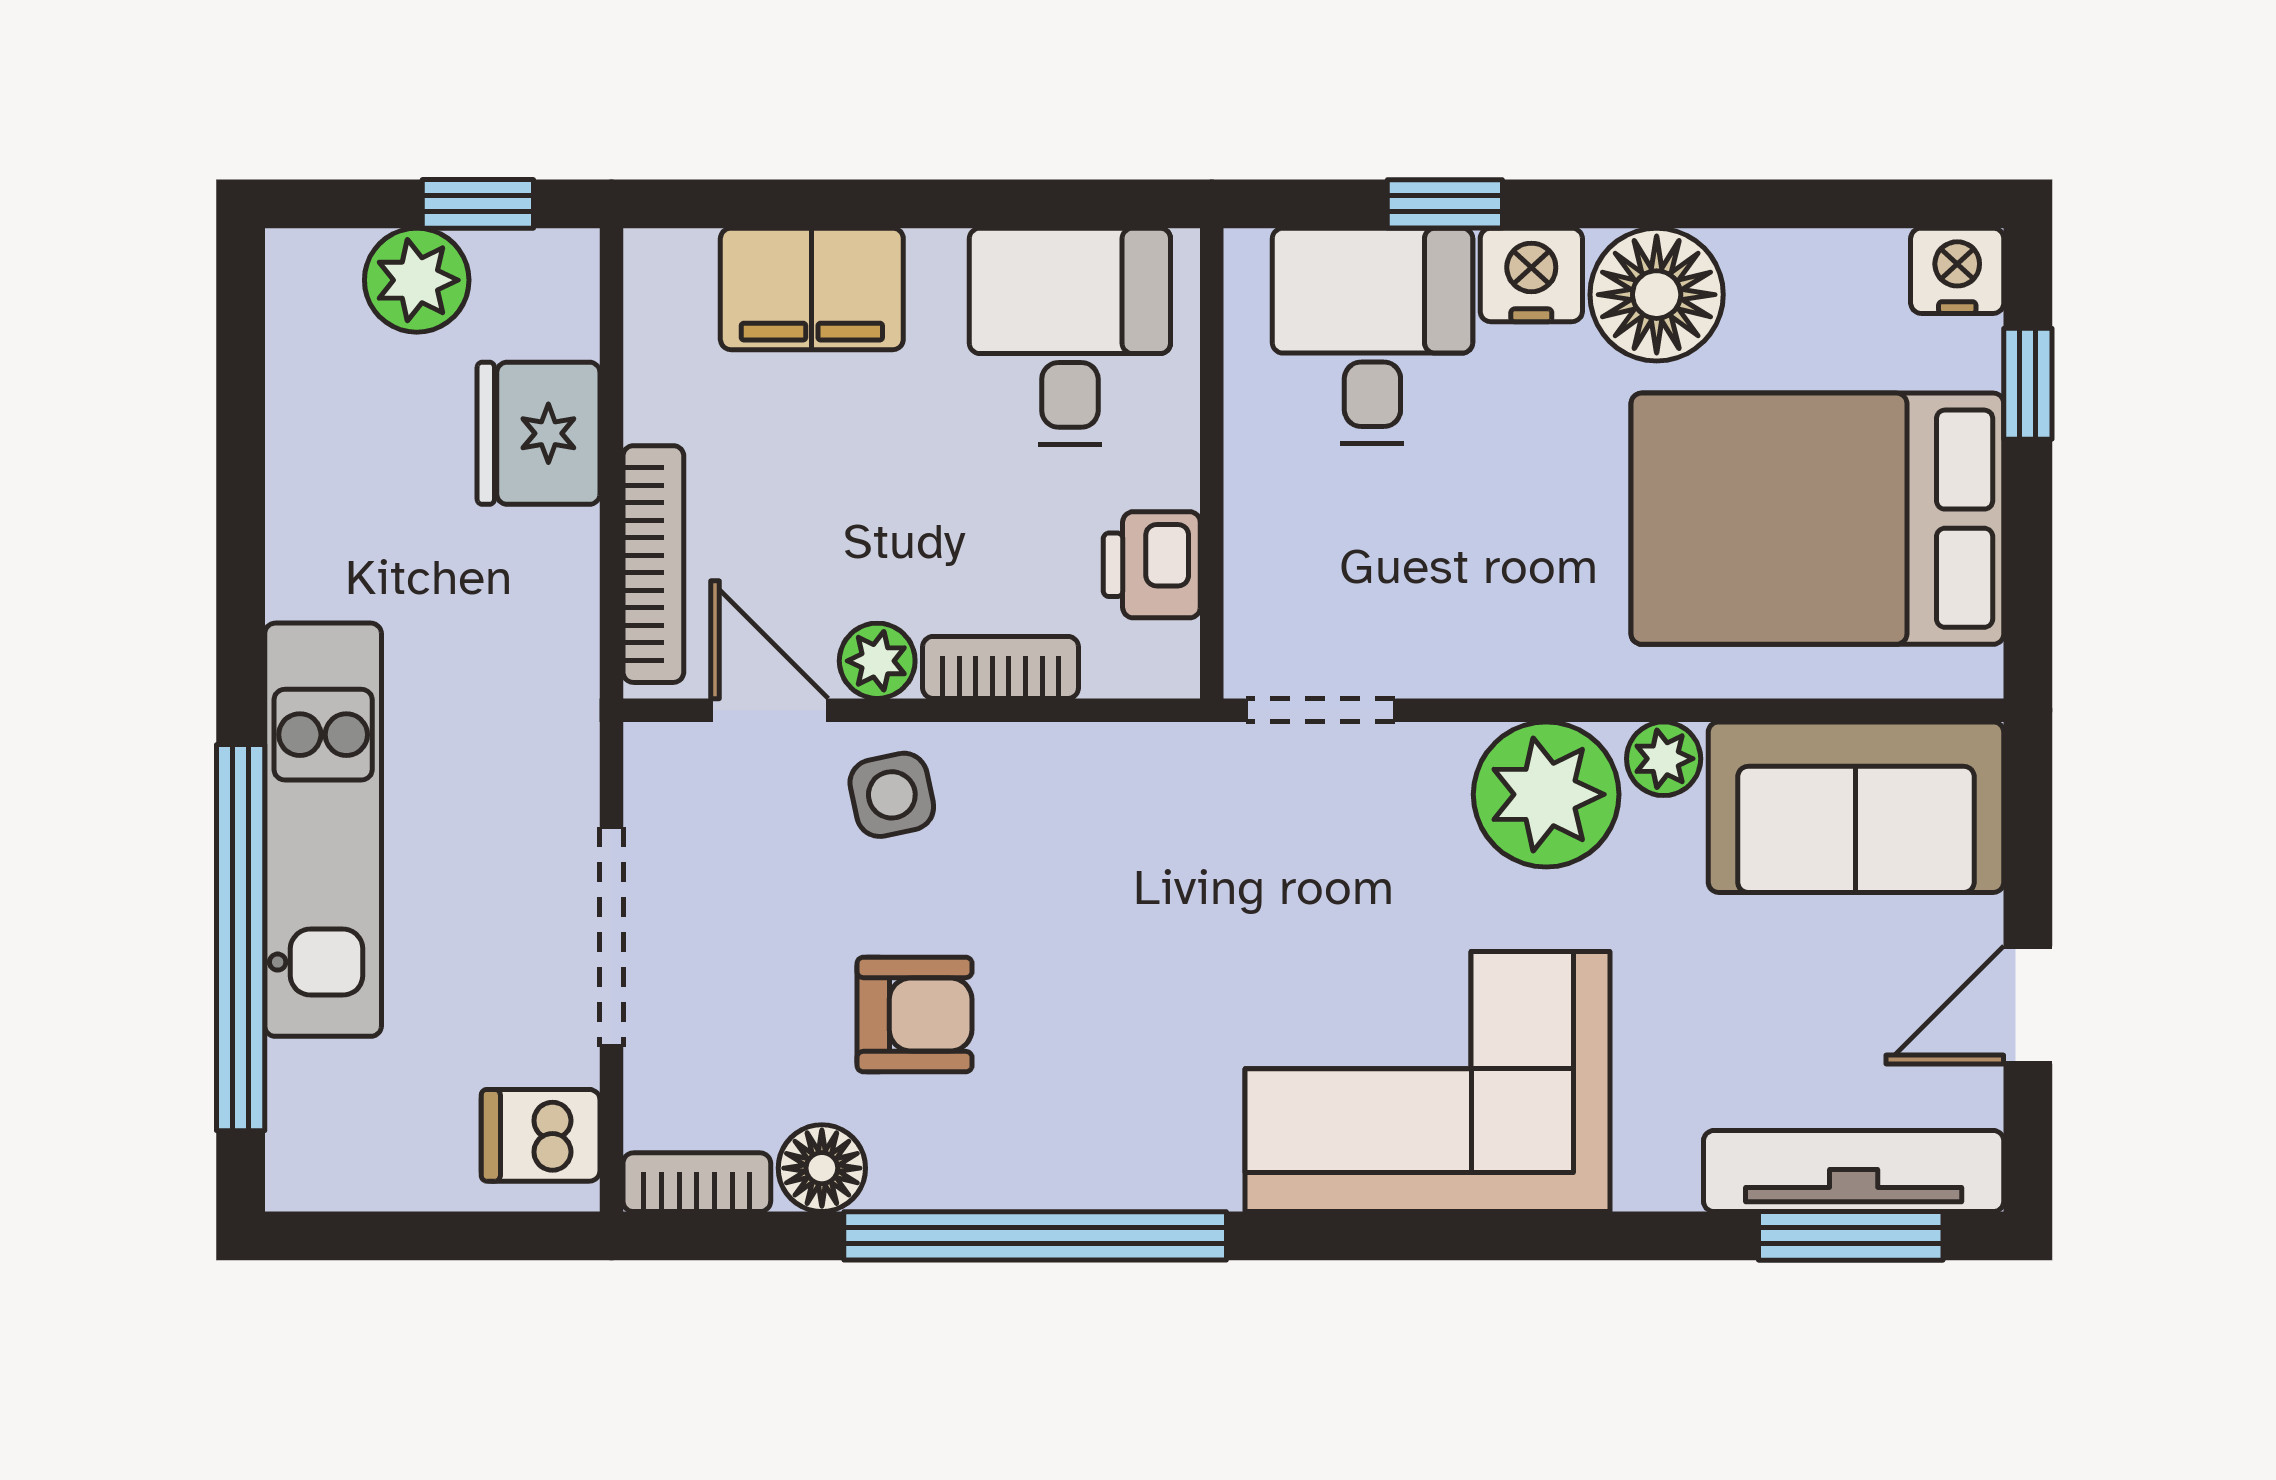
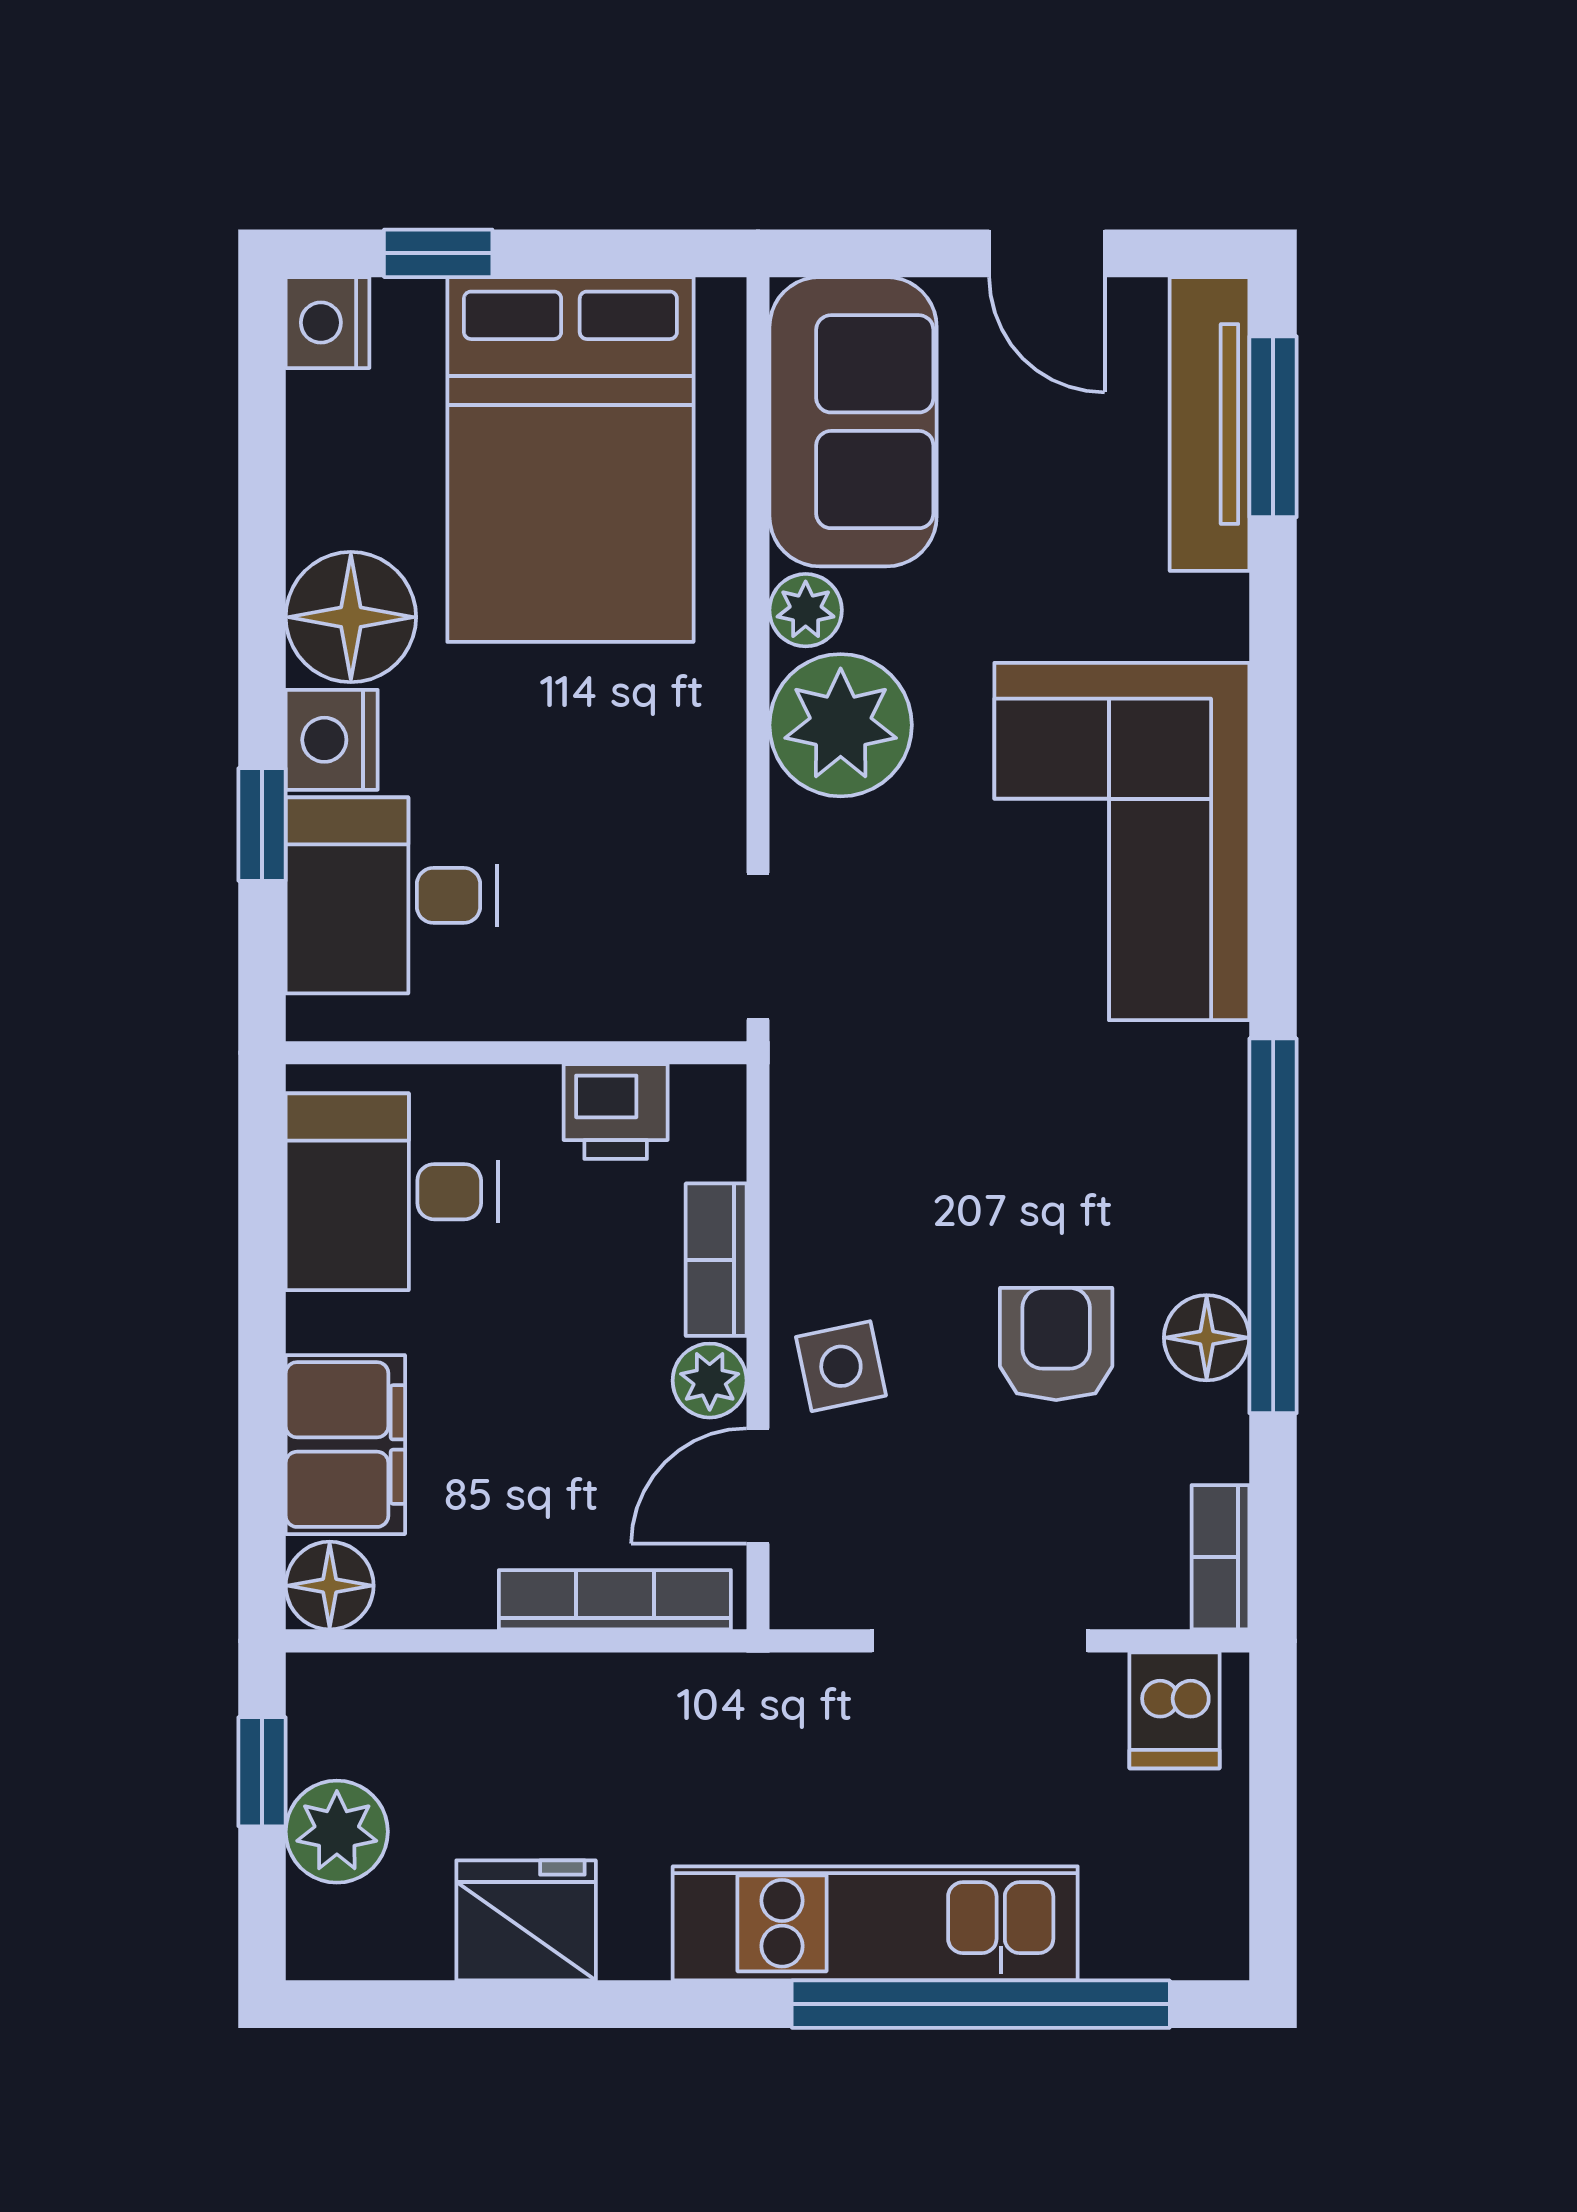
floor lamp: (668, 273) -> (330, 1586), added
fridge: (539, 433) -> (526, 1920), moved, turned 180
floor lamp: (822, 1168) -> (1207, 1338), moved

